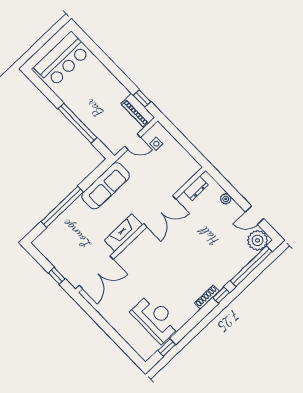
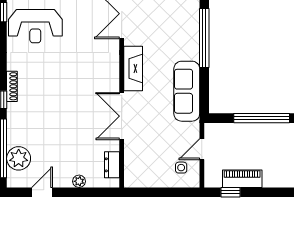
piano: (138, 111) -> (242, 179), moved
plant: (258, 240) -> (19, 158), moved

